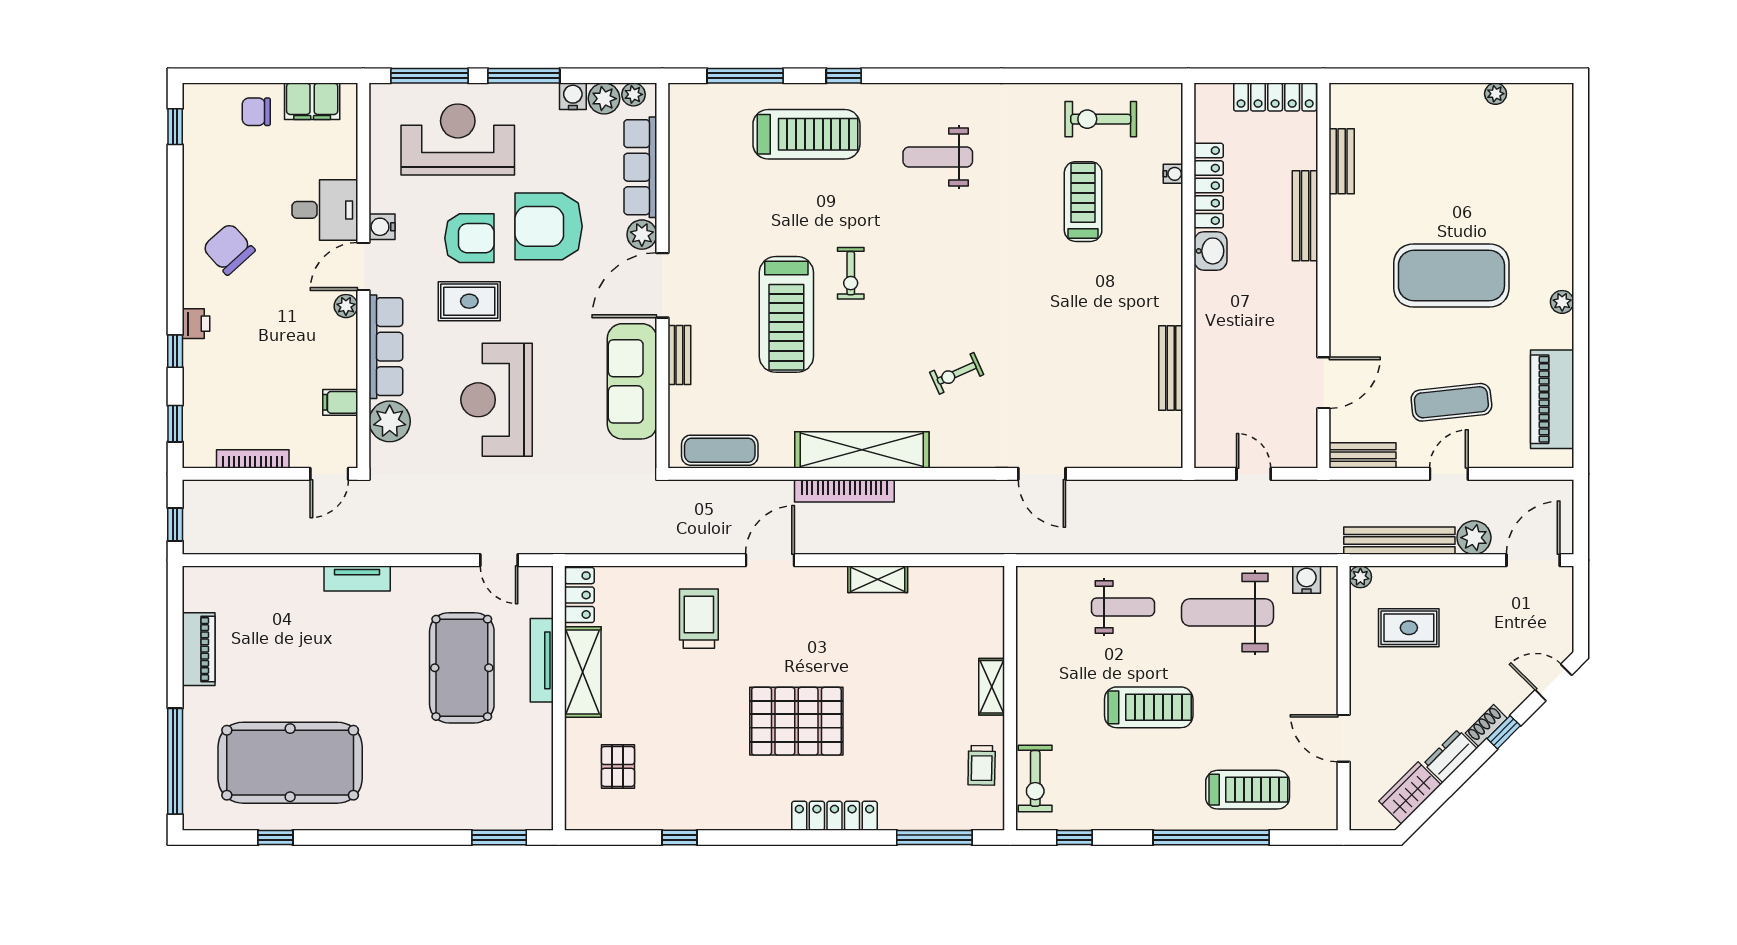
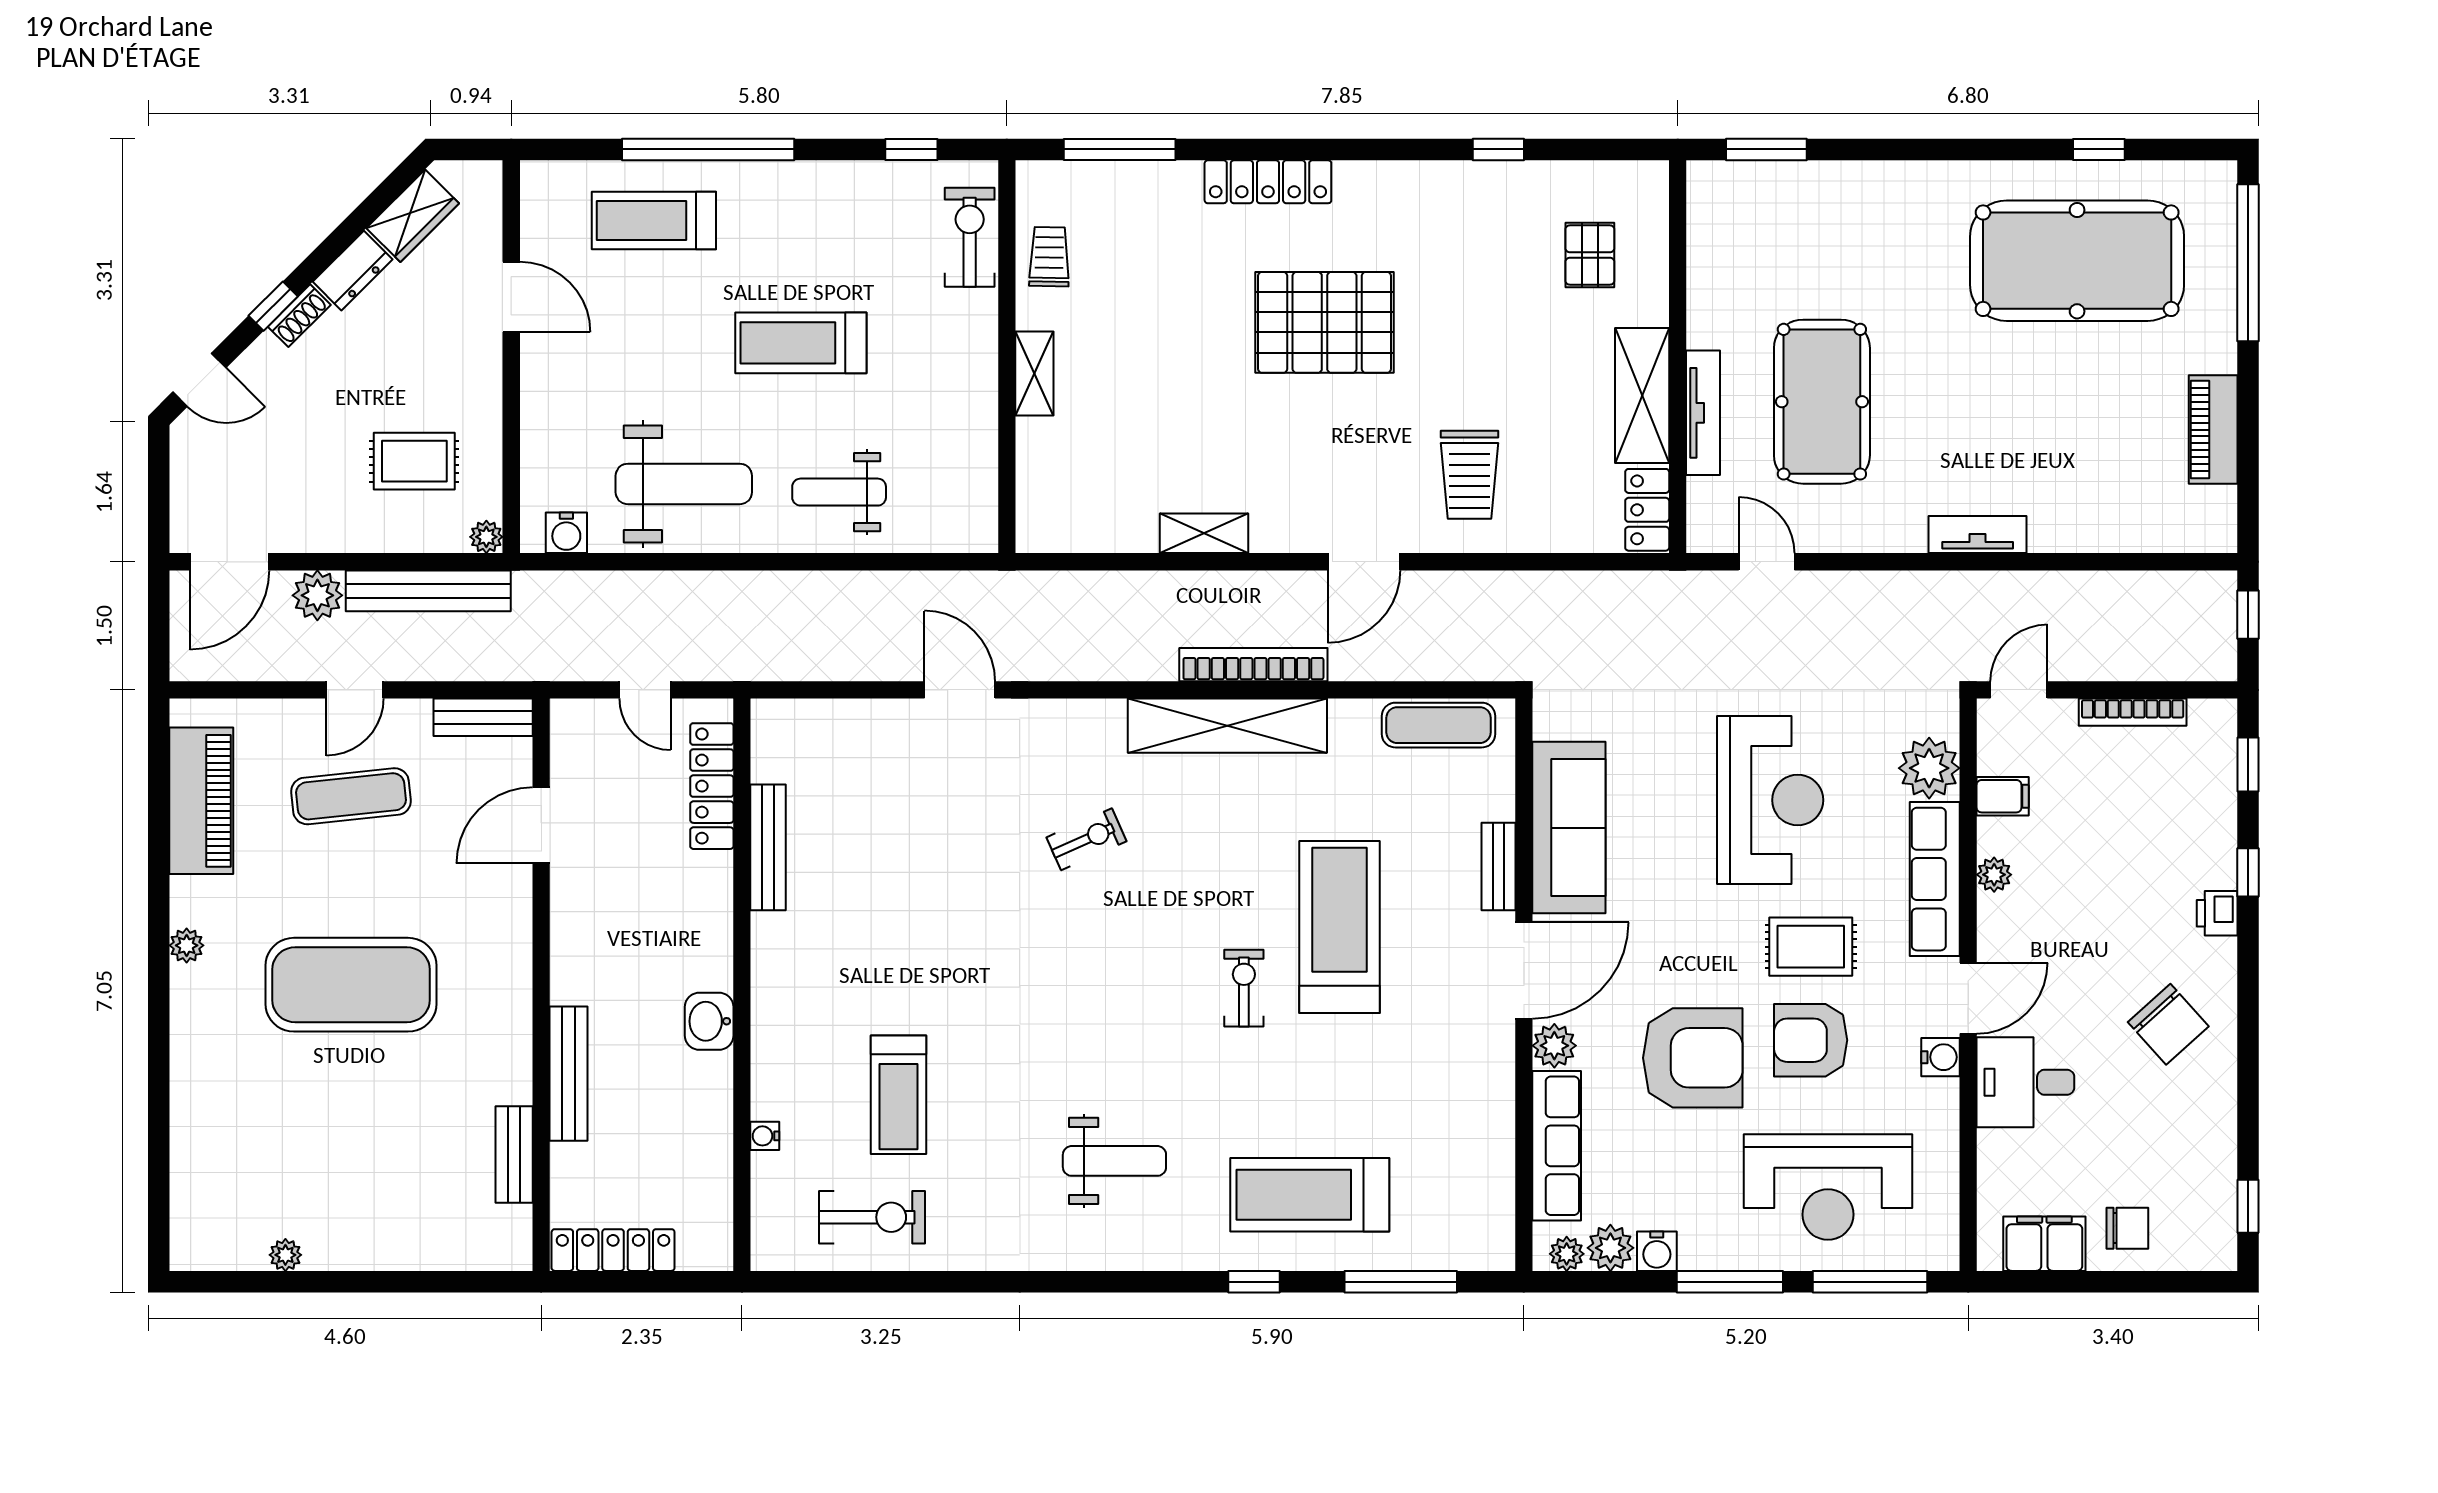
locker: (1209, 186) -> (712, 786), moved
plant: (346, 306) -> (1994, 875), moved

